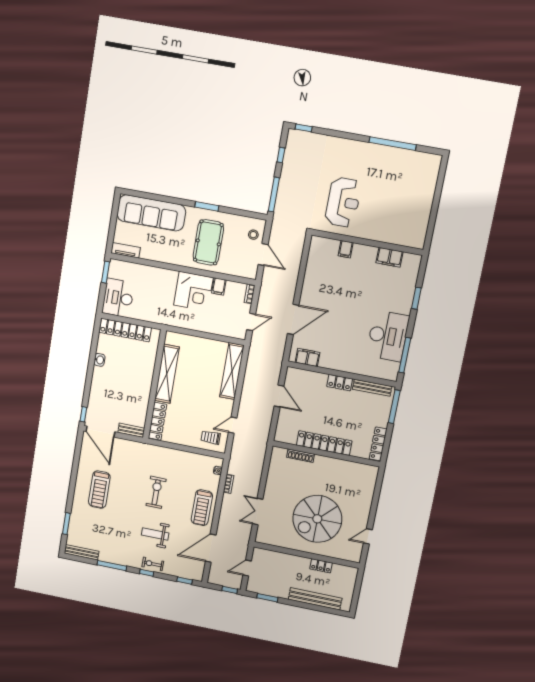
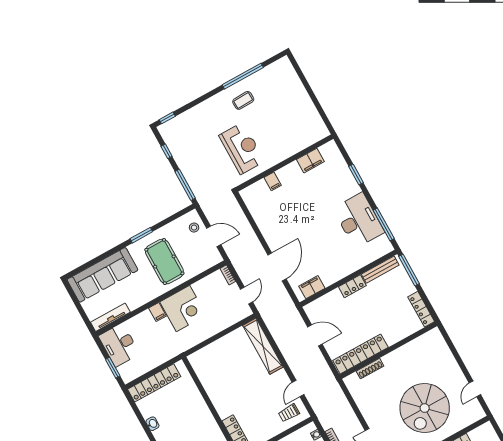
coffee table: (376, 164) -> (243, 100), added
tv unit: (126, 250) -> (110, 317), width x1.41
window: (105, 272) -> (113, 368), moved
filing cabinet: (219, 286) -> (157, 312), moved
desk: (118, 298) -> (119, 345), moved
shelving: (167, 374) -> (214, 391), removed
locker: (324, 443) -> (360, 354), moved

